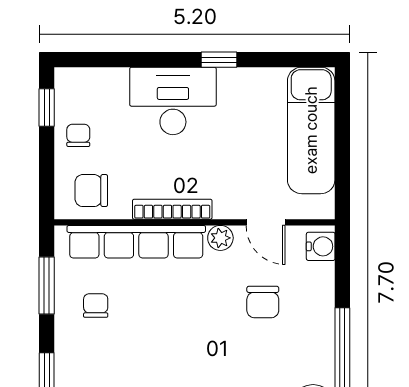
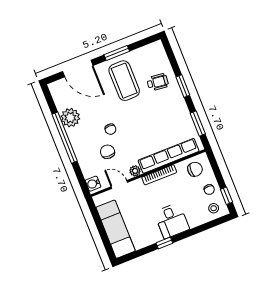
stool: (85, 92) -> (214, 208), added
desk: (173, 101) -> (172, 221), width x0.73
chair: (96, 305) -> (110, 129), moved

